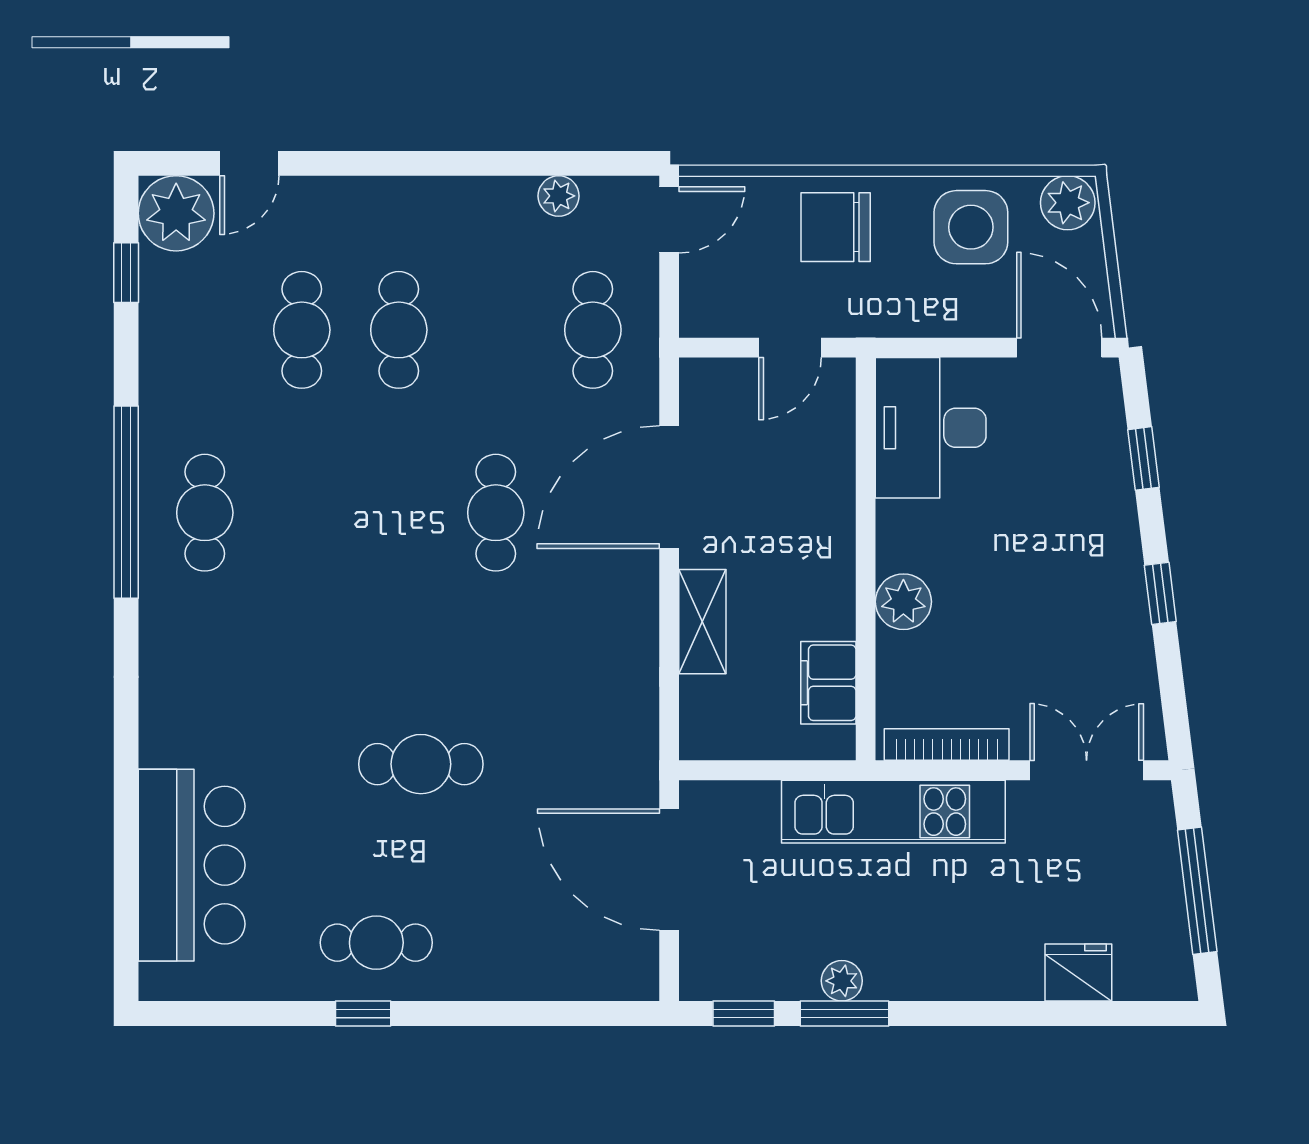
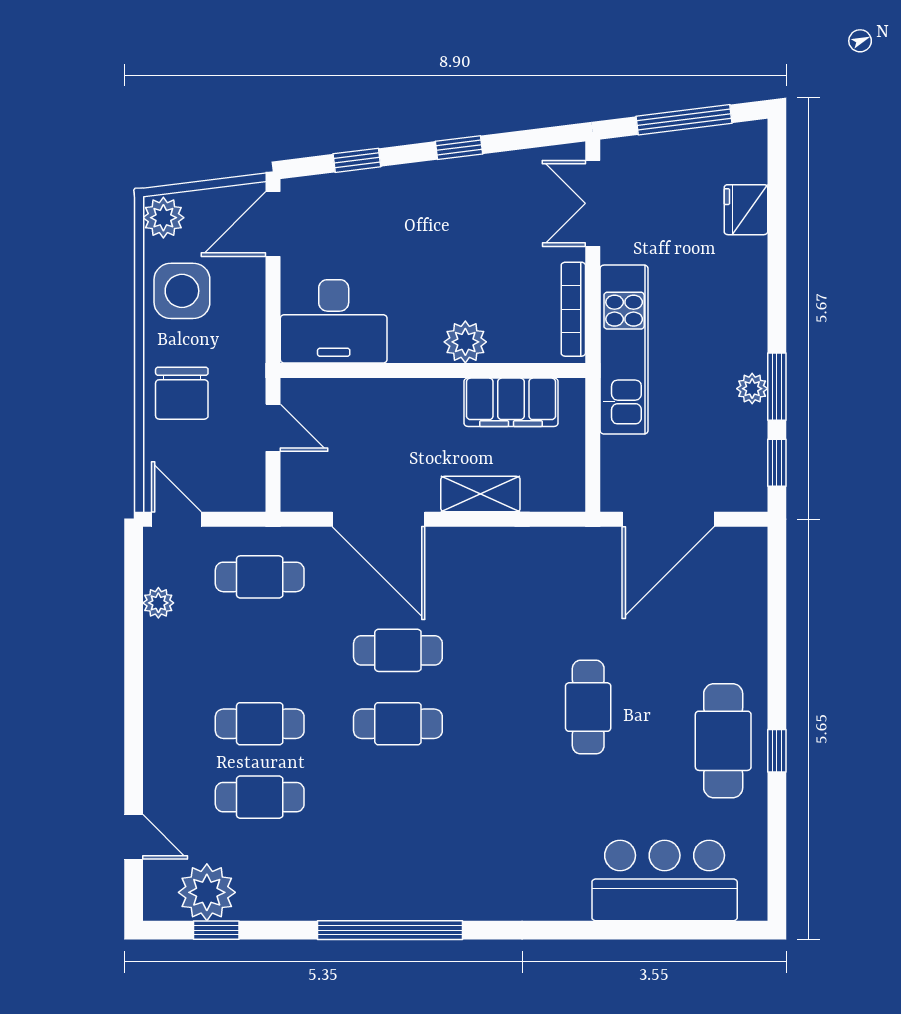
plant: (176, 213) -> (207, 892), moved
cafe table: (205, 513) -> (398, 724), moved
filing cabinet: (828, 683) -> (511, 402), width x1.50, depth x1.17
cafe table: (376, 943) -> (723, 741), width x1.37, depth x1.35

